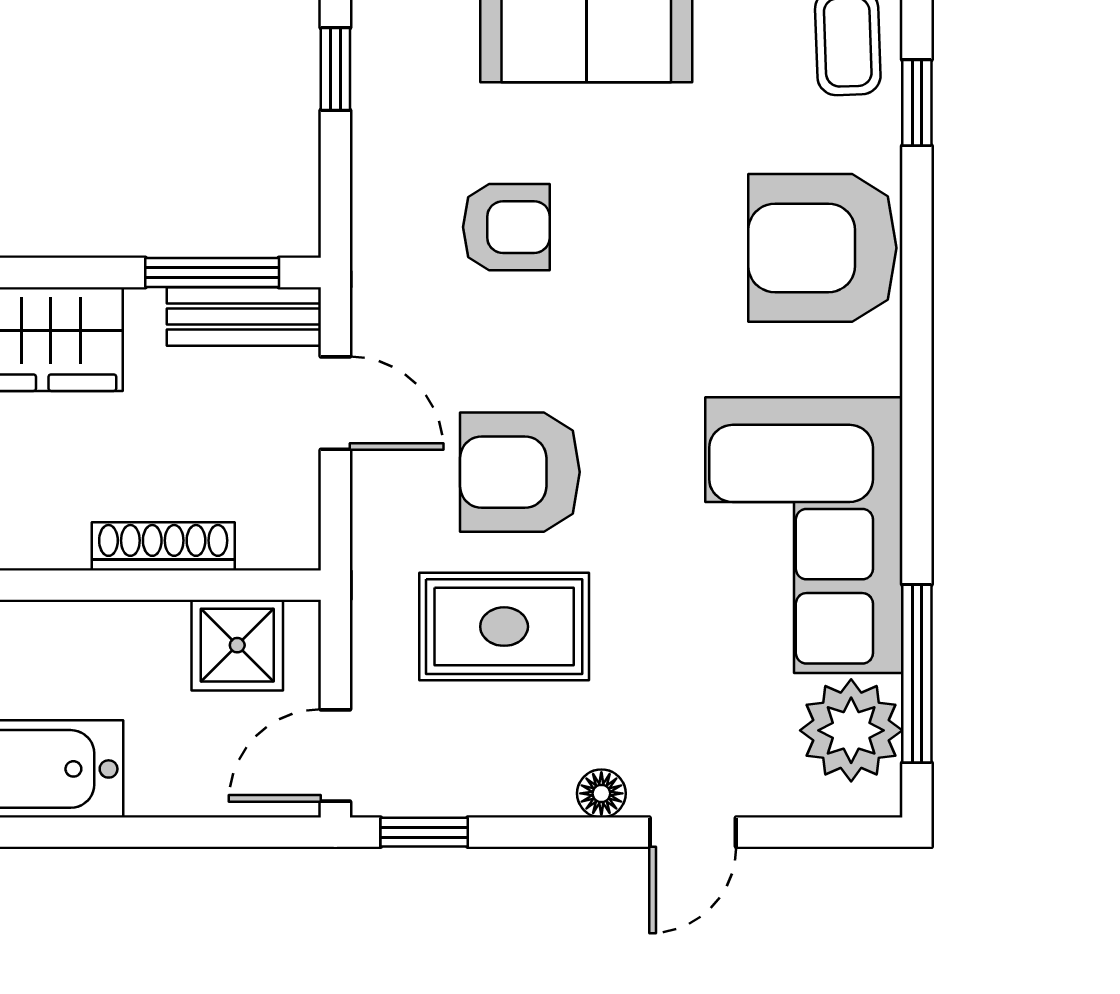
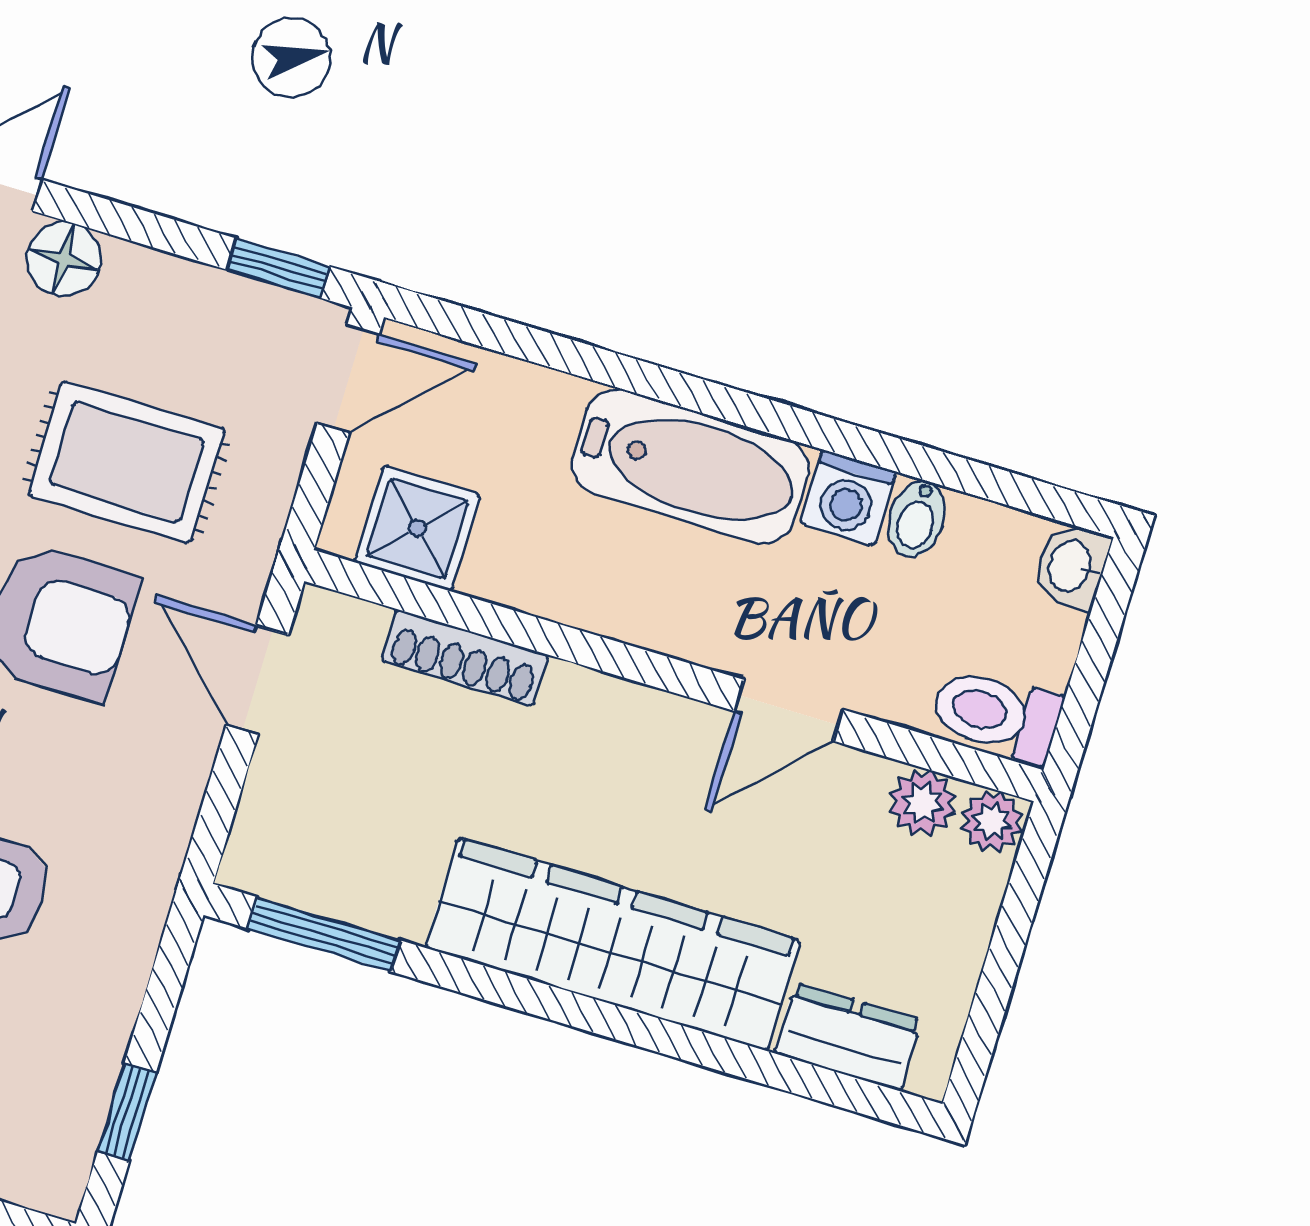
bench: (244, 316) -> (305, 877), removed
door: (335, 403) -> (257, 680), moved
floor lamp: (601, 793) -> (64, 259), width x1.37, depth x1.37

